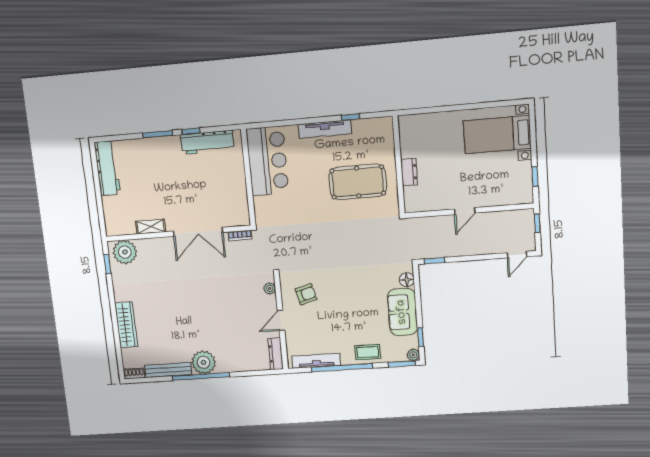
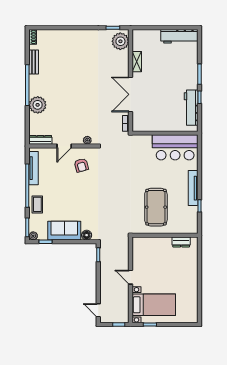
bed with nightstands: (497, 135) -> (154, 305), moved, turned 90
dresser: (409, 172) -> (181, 242), moved
door: (281, 320) -> (64, 146), swing flipped
wardrobe: (126, 325) -> (69, 36), removed
plant: (204, 362) -> (38, 105), moved
bench: (168, 370) -> (34, 62), width x0.73

